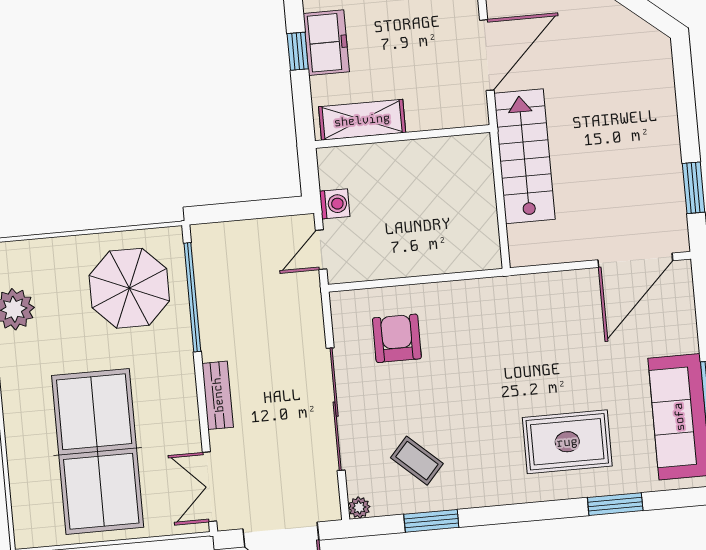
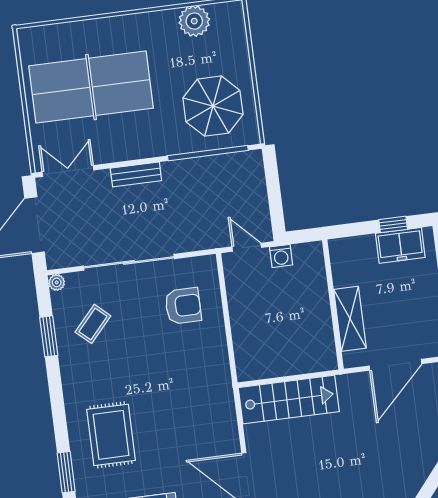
door: (487, 55) -> (395, 365), hinge flipped
shelving: (362, 120) -> (350, 319), moved
stairs: (524, 156) -> (289, 400), moved

